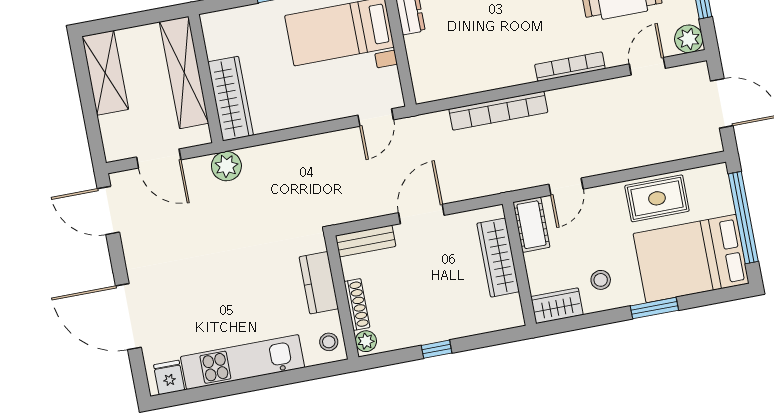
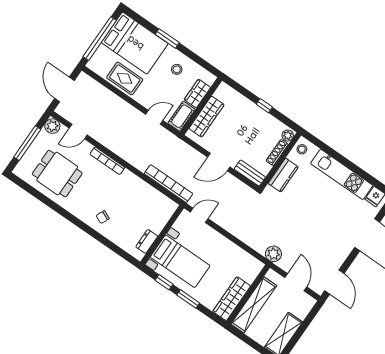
wardrobe: (231, 99) -> (232, 299), moved
bookcase: (498, 111) -> (168, 184), moved
wardrobe: (557, 306) -> (197, 94), moved, turned 90

